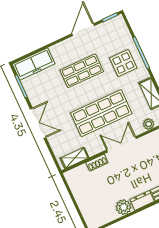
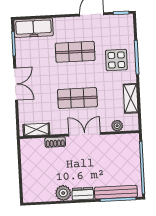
shop shelf: (101, 113) -> (77, 98), width x0.70, depth x0.74

